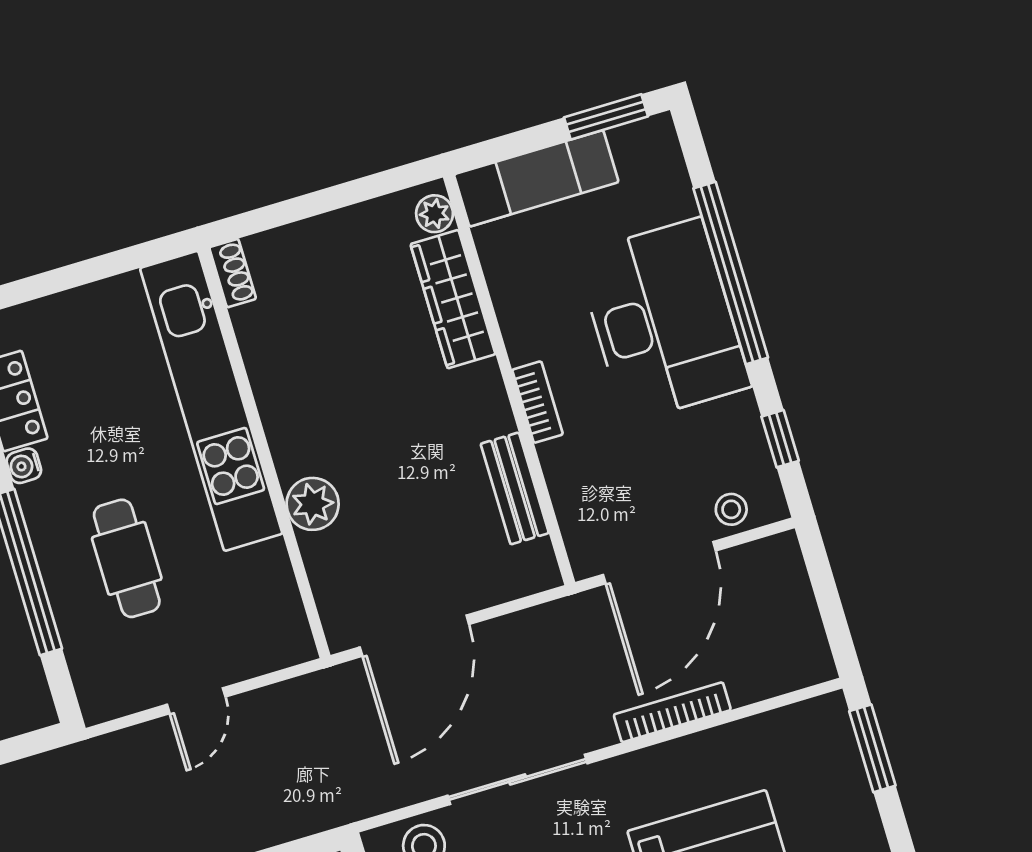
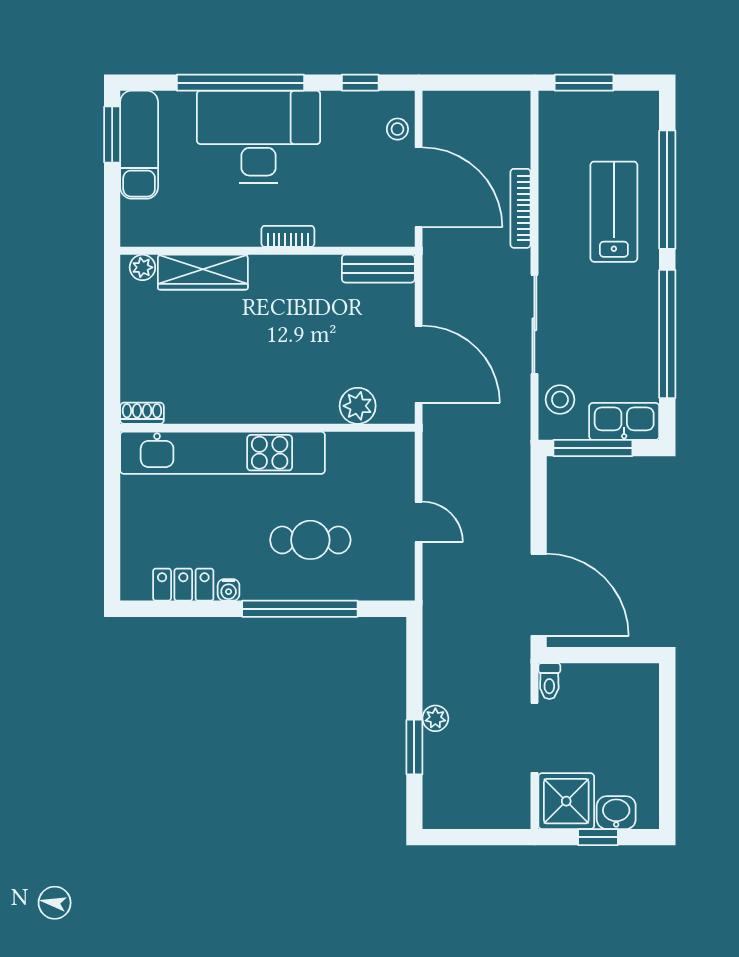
exam couch: (536, 178) -> (139, 145), moved
bench: (515, 488) -> (378, 269), moved
plant: (313, 504) -> (358, 406), moved

